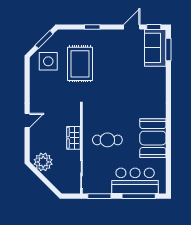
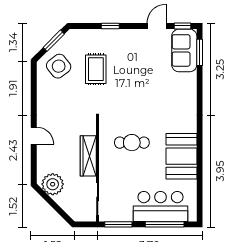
side table: (48, 61) -> (59, 66), turned -38
rug: (80, 64) -> (96, 69), width x0.73, depth x0.70
door: (27, 120) -> (34, 136), hinge flipped
wardrobe: (74, 138) -> (88, 156), width x1.50
cafe table: (107, 140) -> (132, 143), moved

